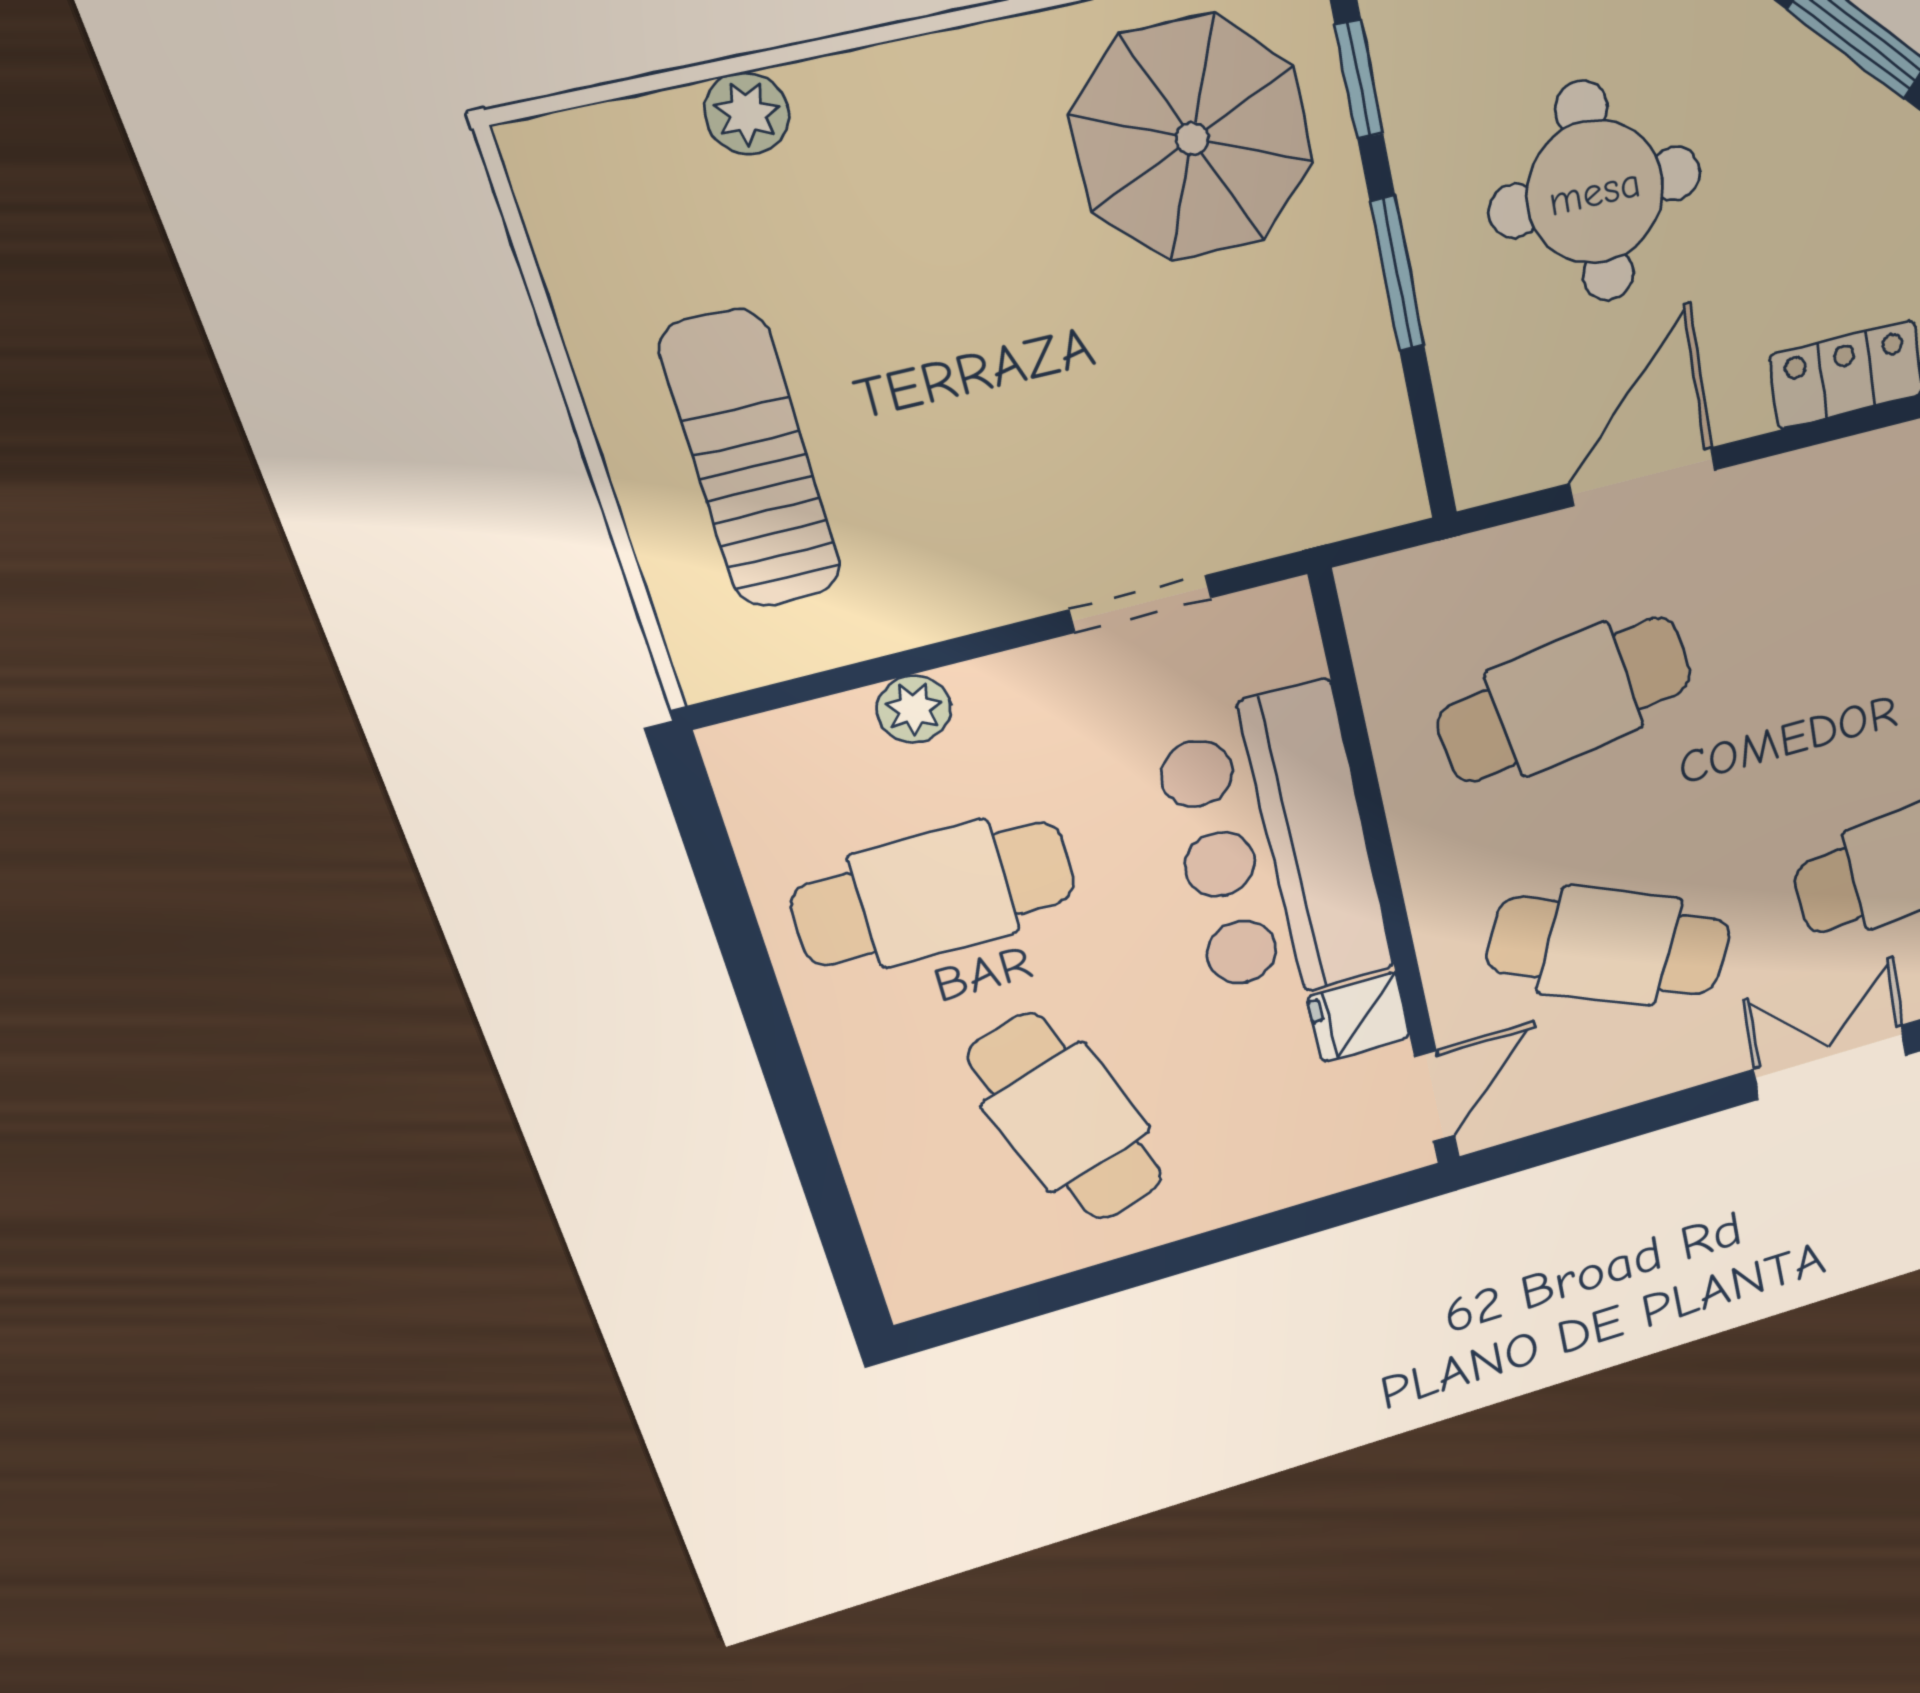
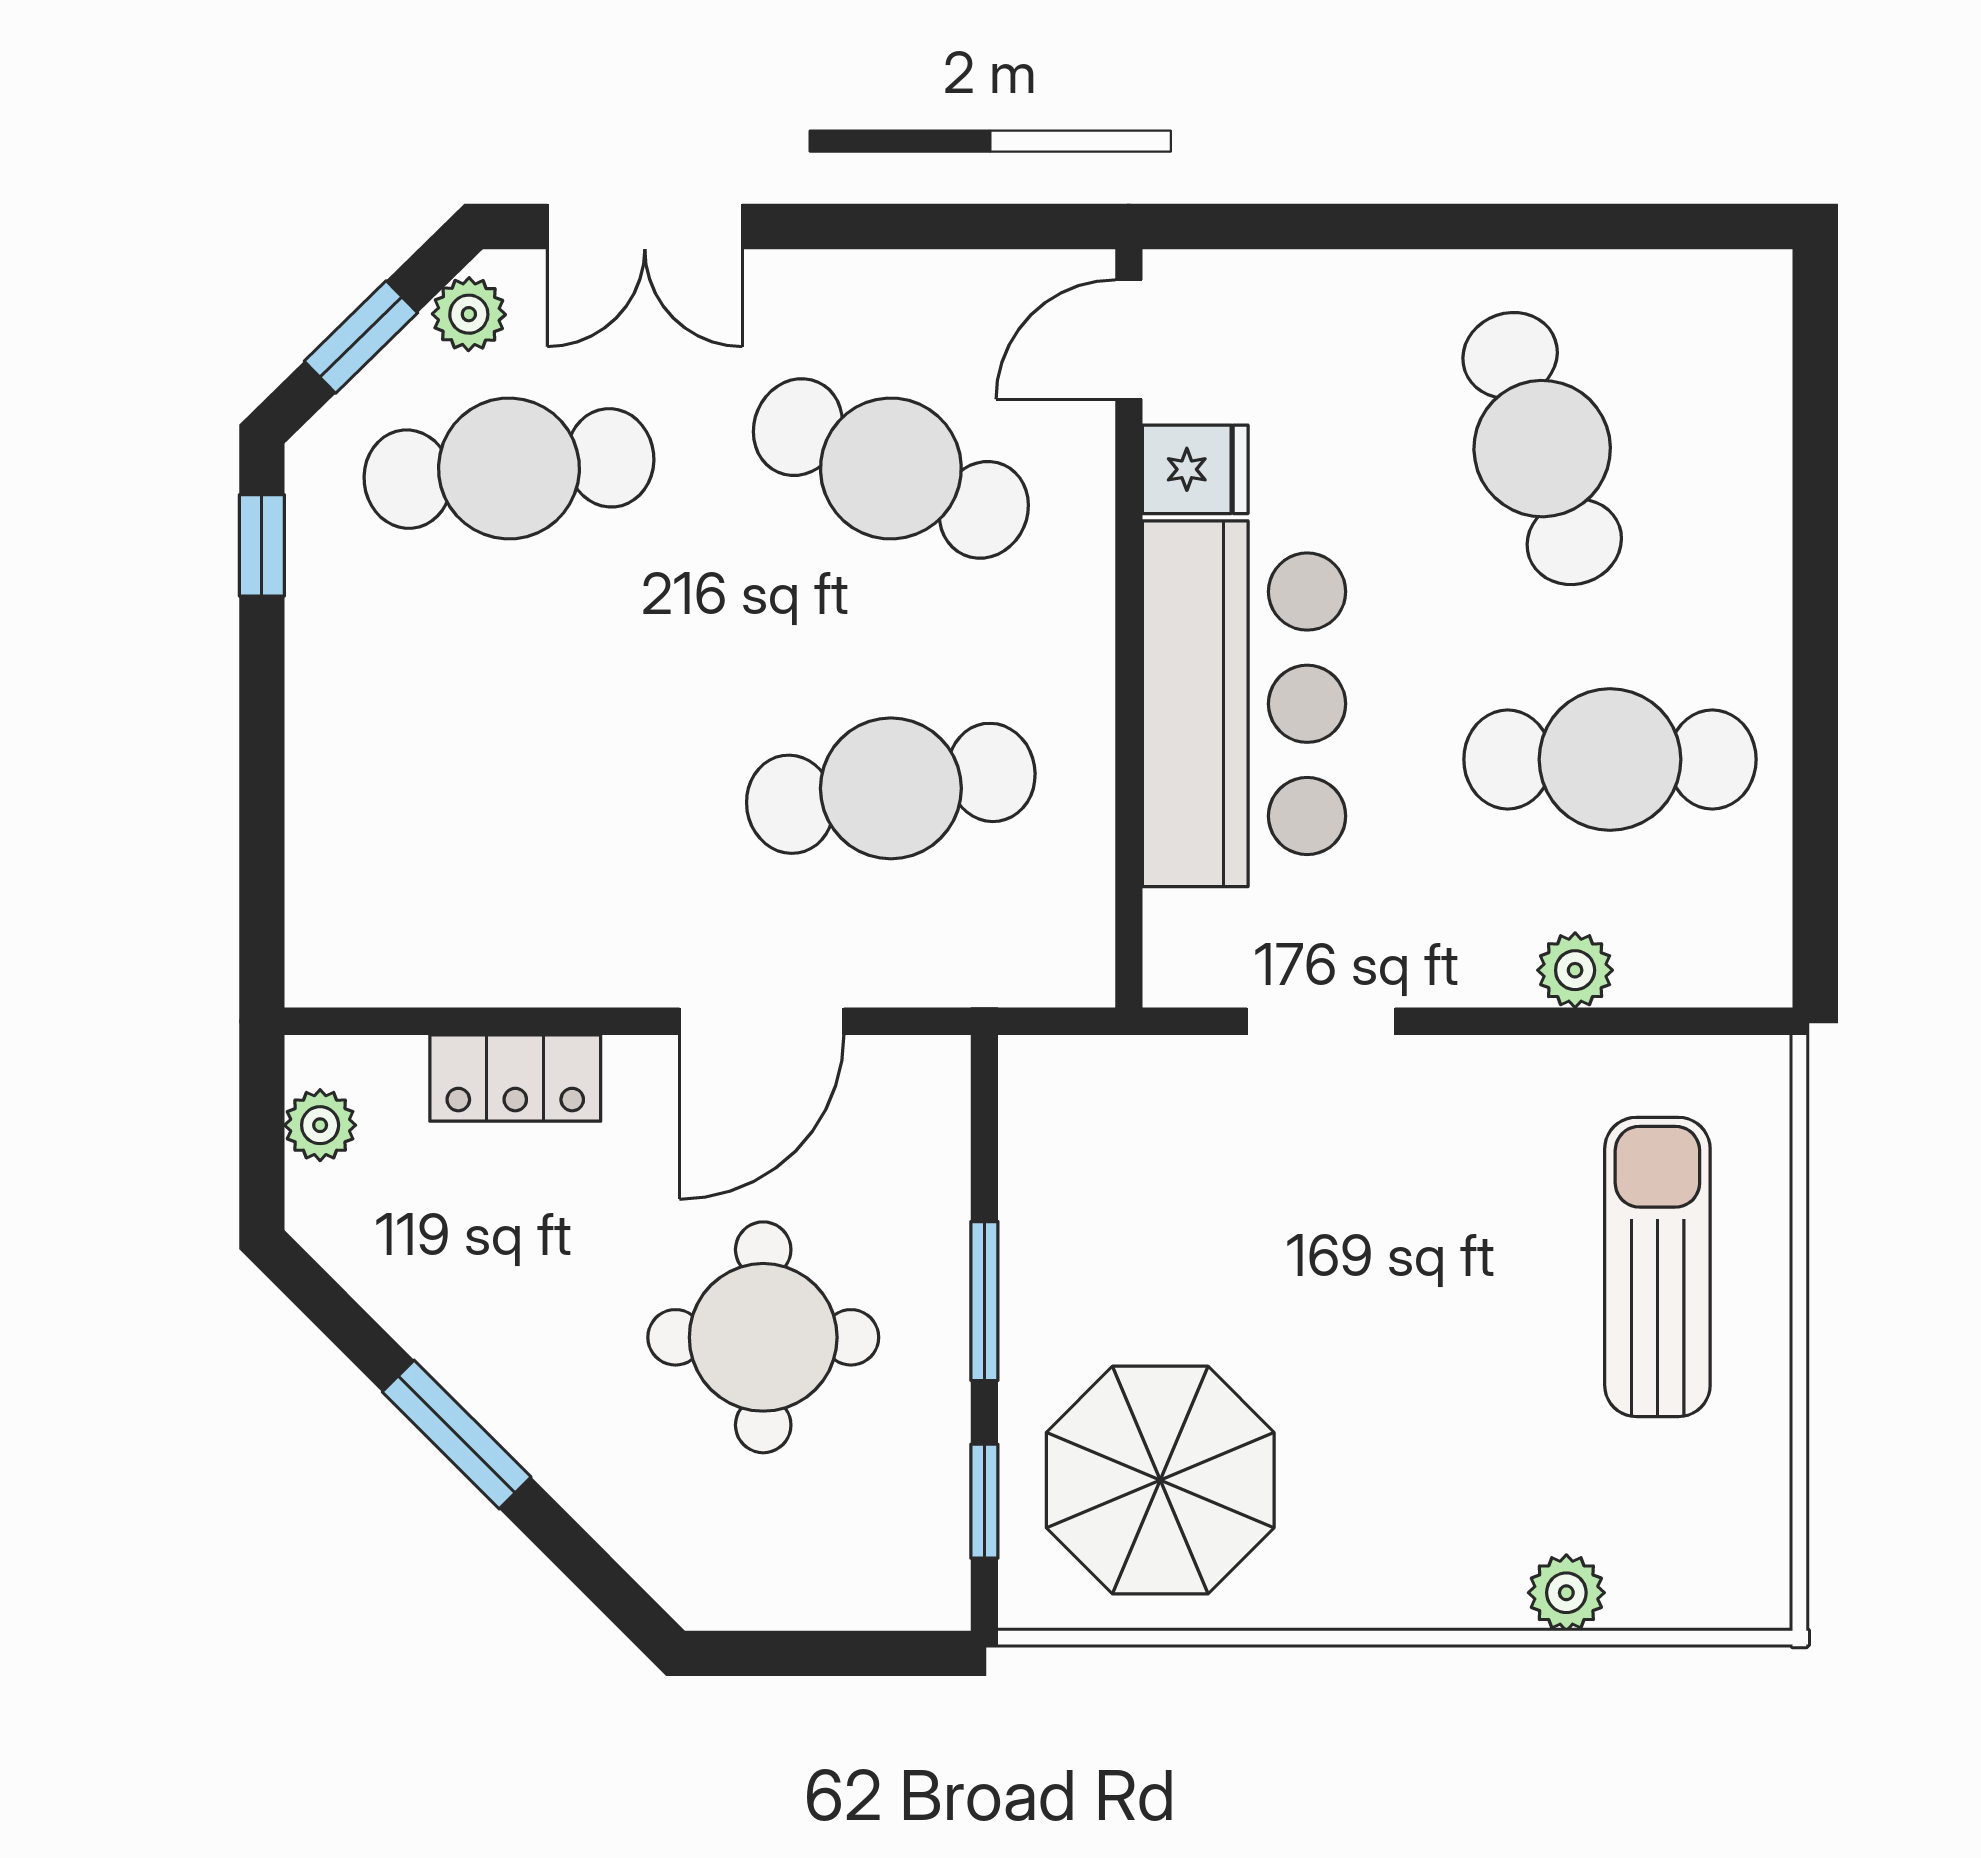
sun lounger: (751, 460) -> (1657, 1267), turned 180

